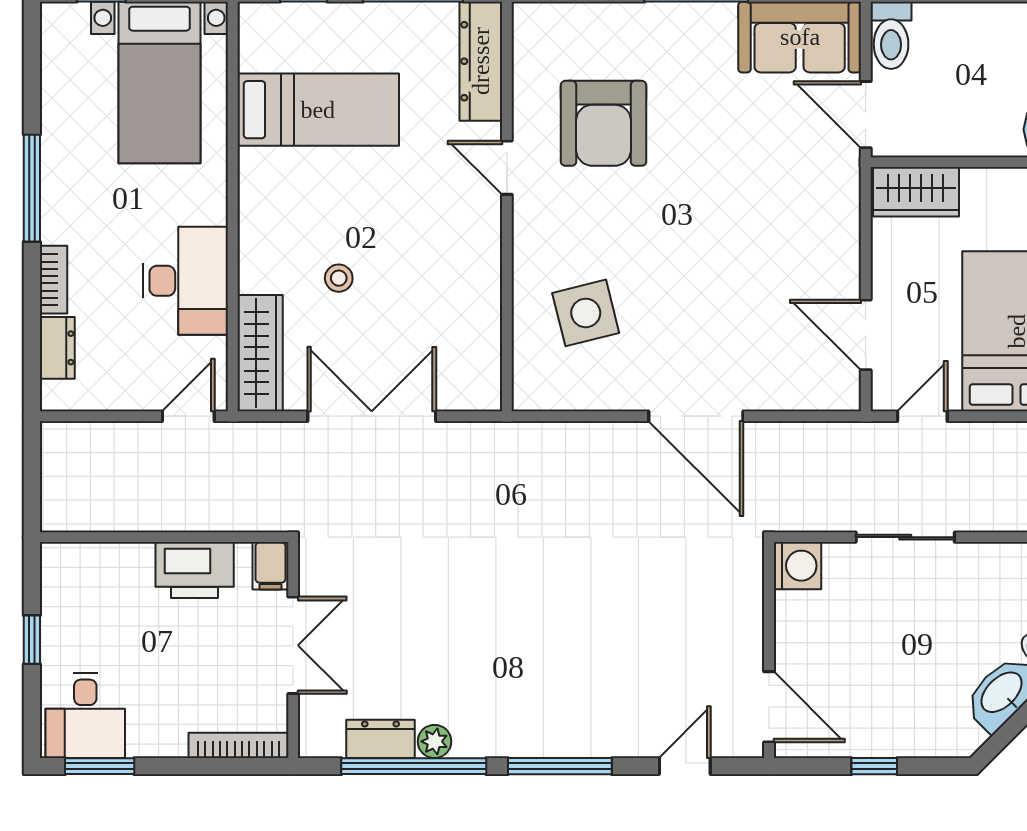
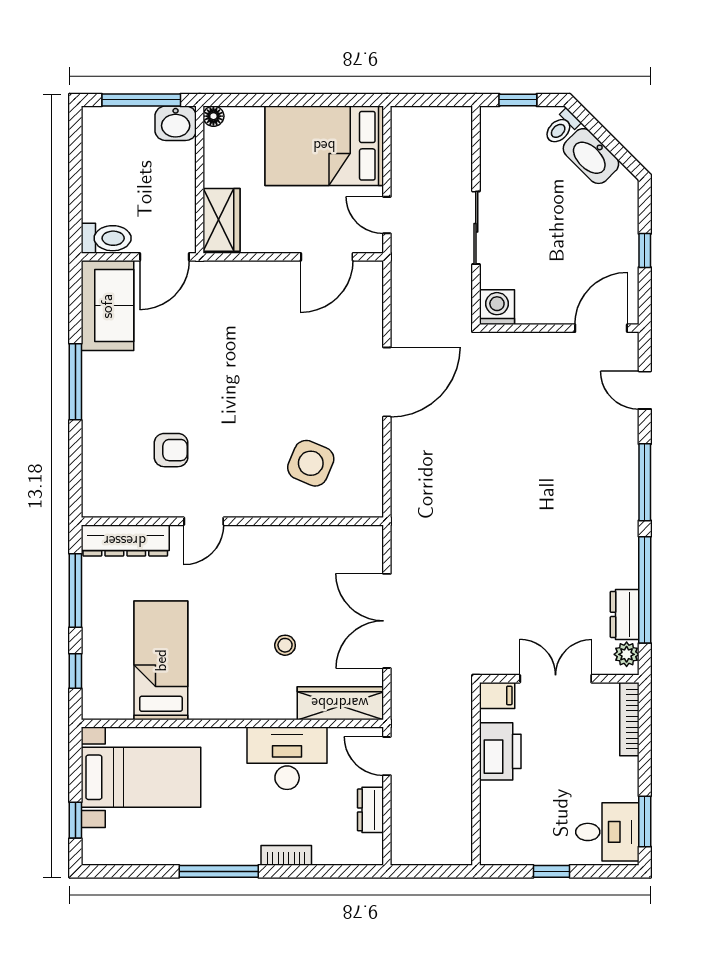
armchair: (604, 123) -> (171, 450), width x0.53, depth x0.53
side table: (586, 313) -> (311, 463), turned 37
dresser: (57, 348) -> (370, 810), moved, turned -90
plant: (435, 741) -> (627, 654), moved

